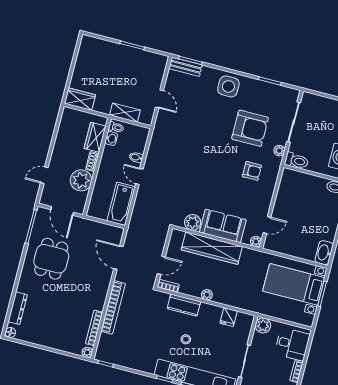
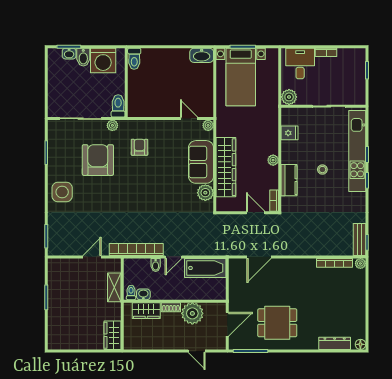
bench: (185, 67) -> (359, 239), moved
bookcase: (113, 307) -> (136, 249), moved

